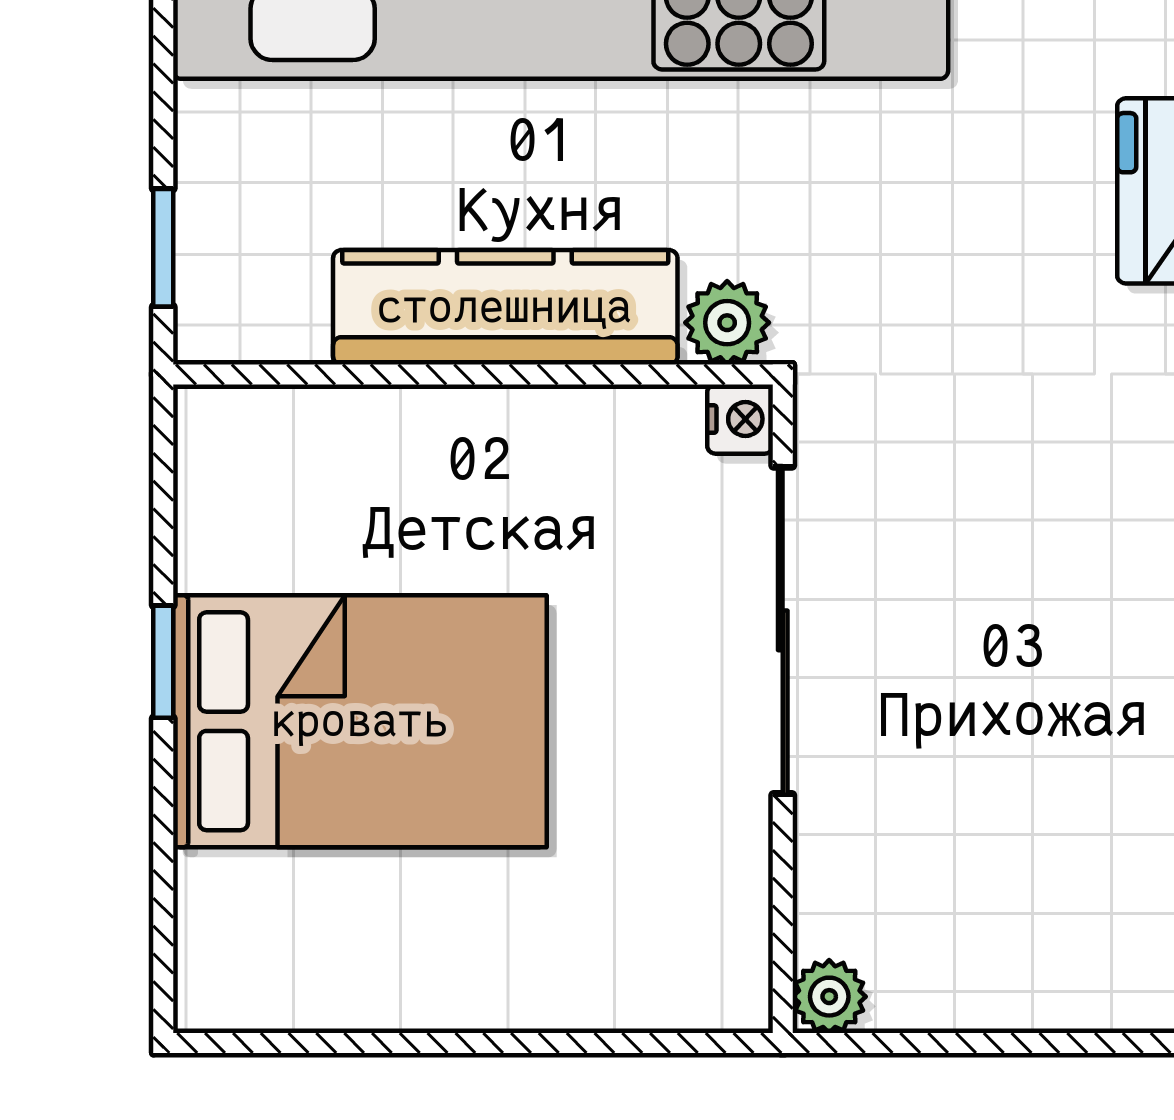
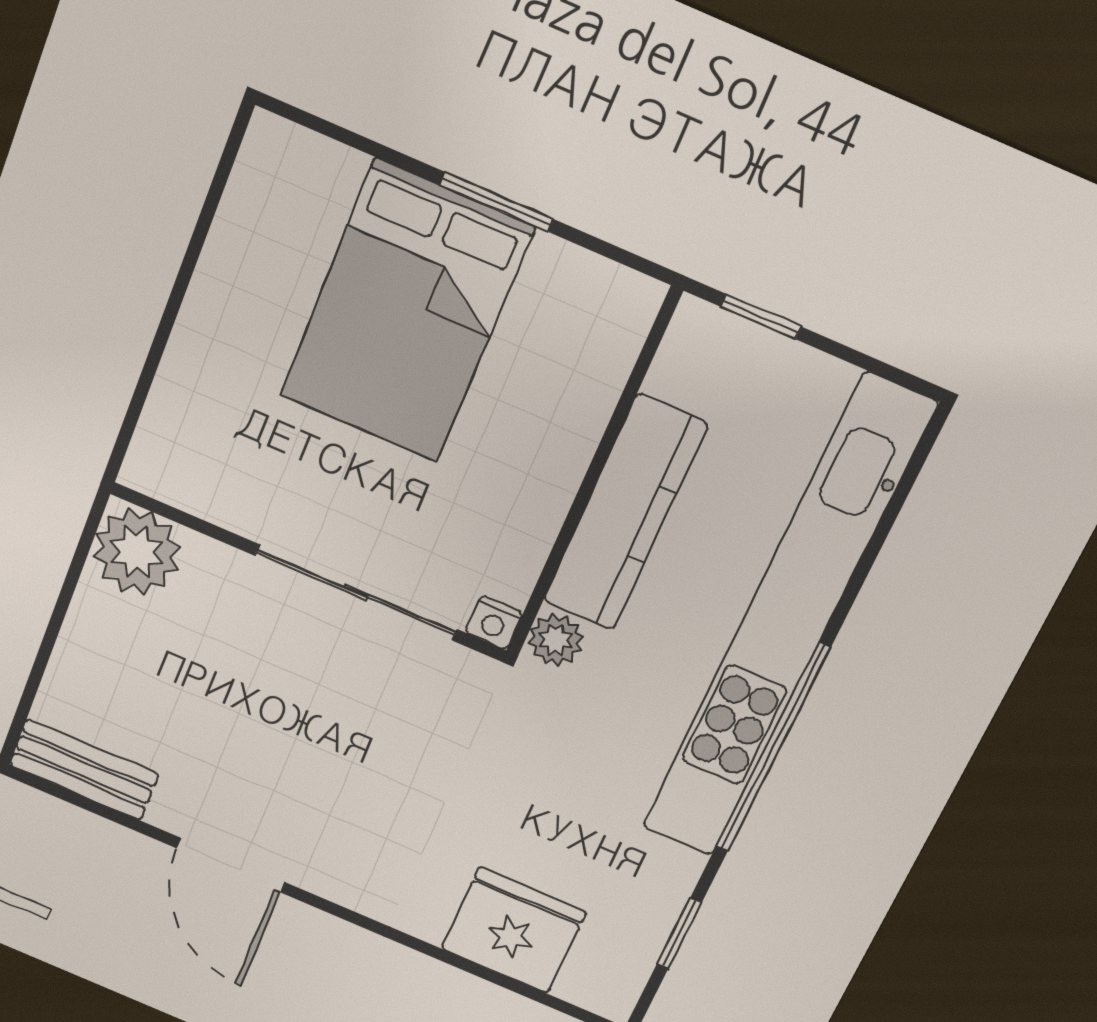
window: (163, 662) -> (496, 202), width x1.50
plant: (829, 997) -> (137, 552), width x1.88, depth x1.88

